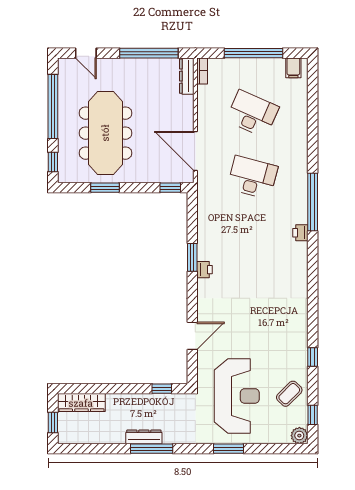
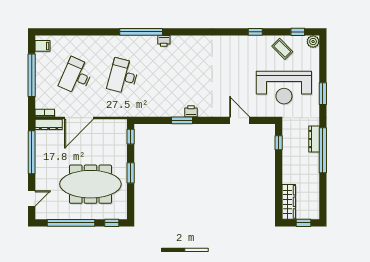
door: (195, 151) -> (79, 118), moved
window: (105, 188) -> (131, 173), moved
reception desk: (237, 396) -> (284, 88), turned 180
dresser: (144, 437) -> (314, 139), moved
window: (152, 449) -> (323, 150), width x1.46

